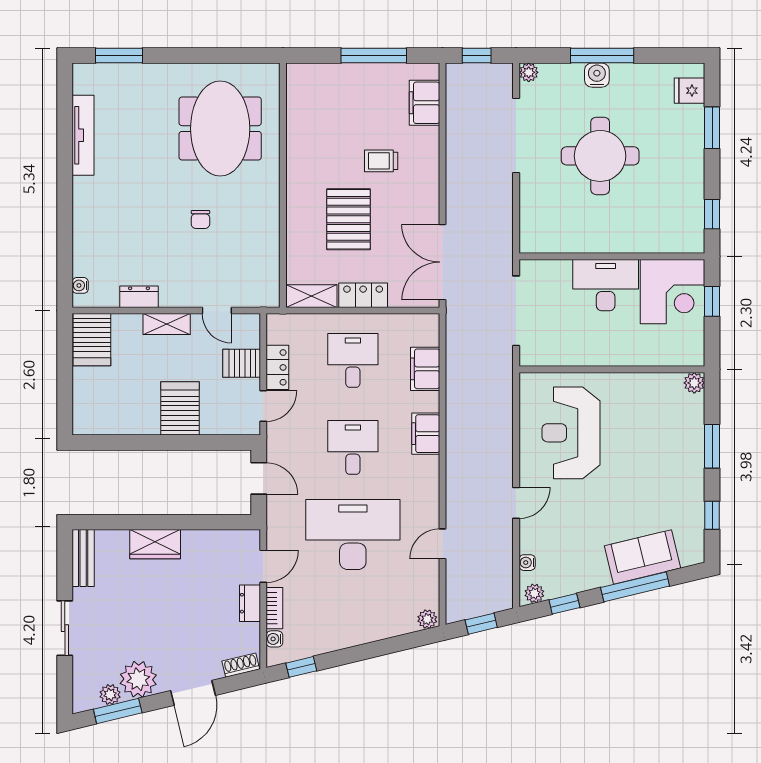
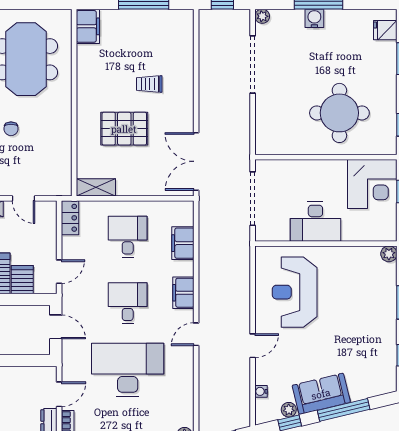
filing cabinet: (424, 103) -> (88, 26), moved, turned 180
round table: (600, 156) -> (339, 113), moved
pallet: (348, 219) -> (124, 129), turned 90
desk: (606, 285) -> (315, 222), moved, turned 180
locker: (363, 295) -> (135, 187), removed
server rack: (242, 363) -> (22, 280), moved, turned 90
locker: (277, 367) -> (70, 218), moved
door: (442, 544) -> (196, 334), moved
sofa: (643, 557) -> (321, 394), moved
plant: (534, 593) -> (289, 410), moved

